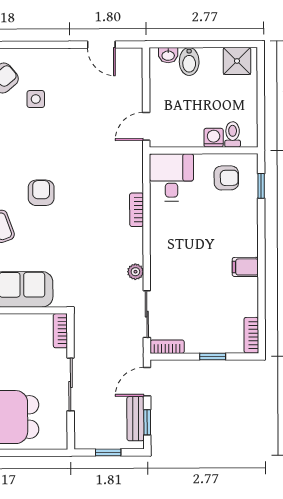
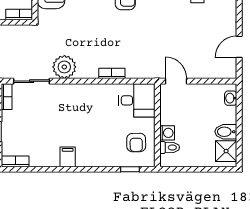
bidet: (189, 62) -> (226, 132), moved
plant: (135, 272) -> (64, 67), width x1.88, depth x1.88

